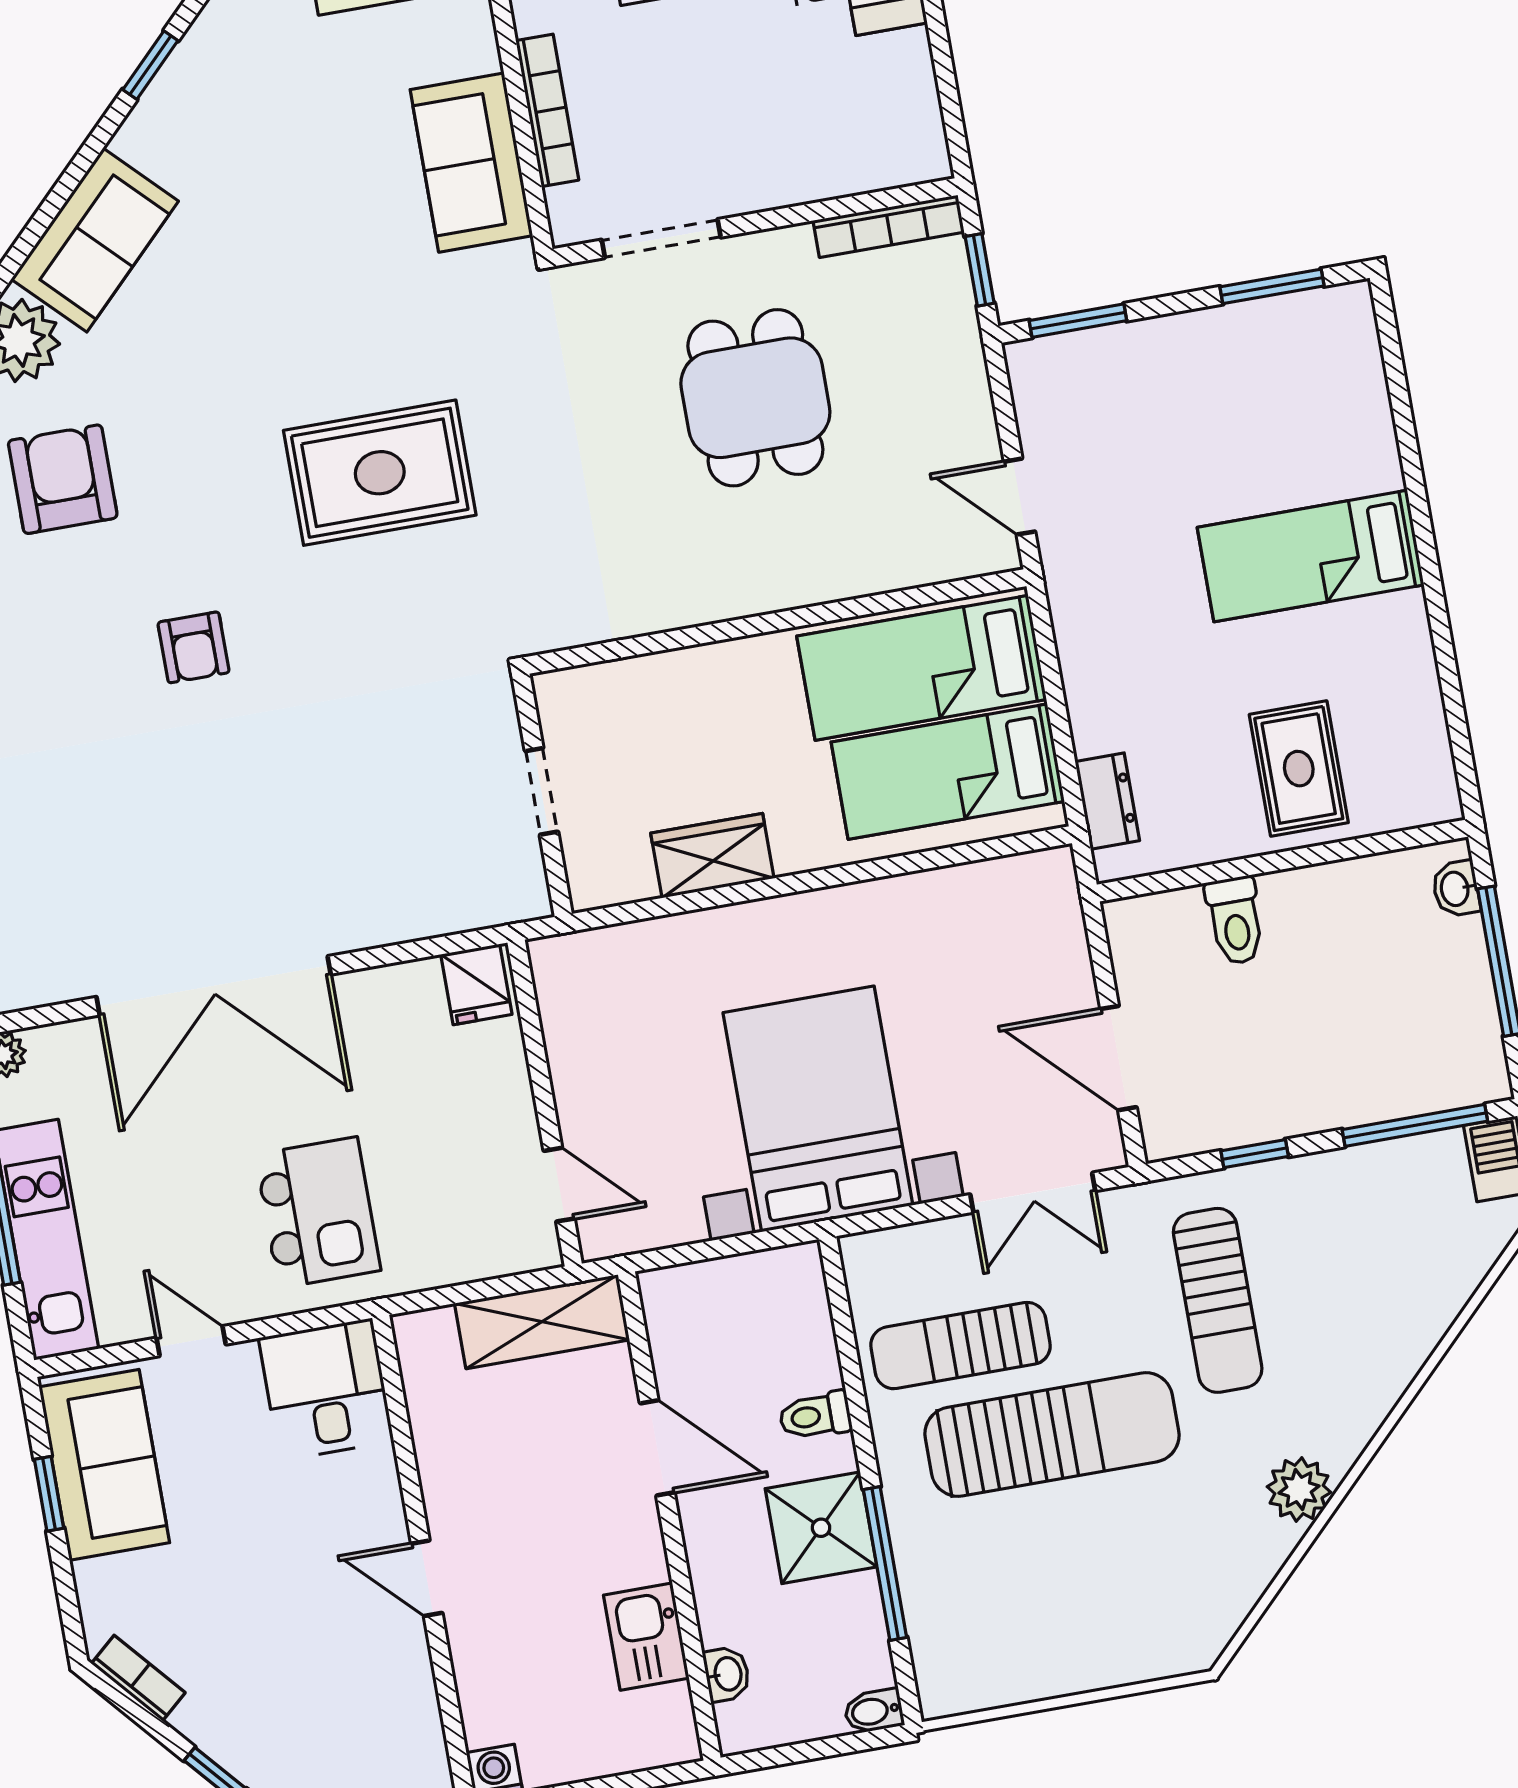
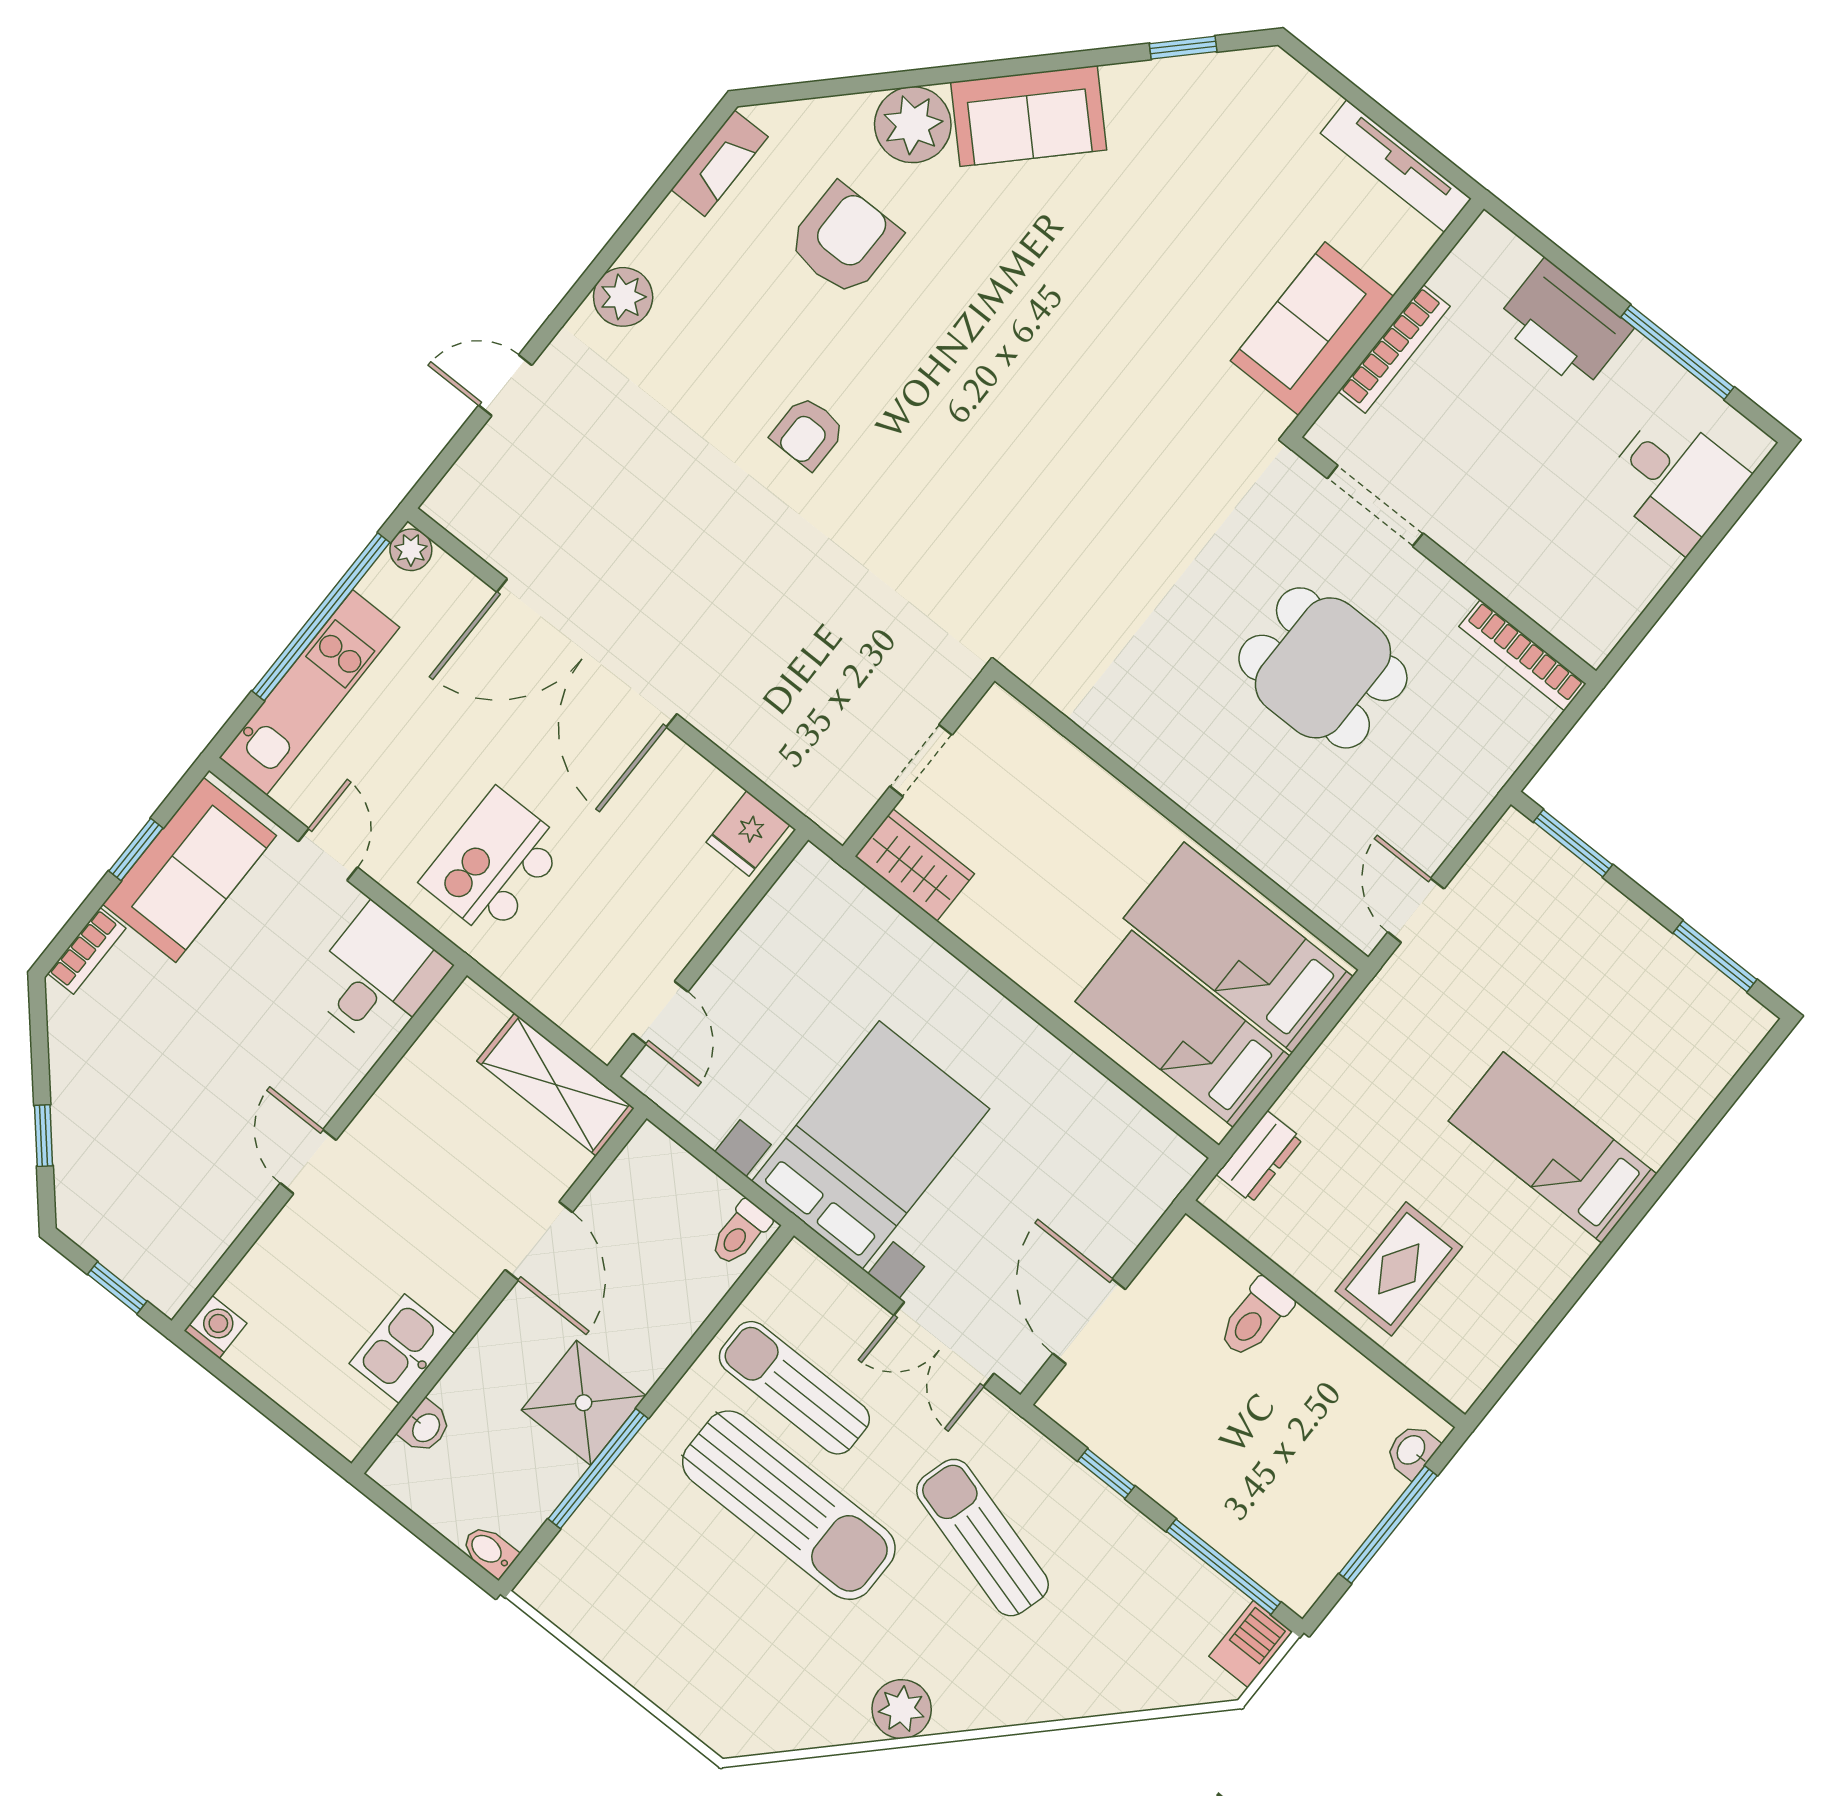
window: (980, 270) -> (1548, 744), removed
dining table: (755, 398) -> (1323, 668), turned 90
rug: (380, 473) -> (1042, 455), removed
wardrobe: (712, 856) -> (915, 865), moved
kitchen island: (318, 1213) -> (494, 863), turned 180
sun lounger: (1218, 1300) -> (982, 1538), turned 106
toilet: (815, 1416) -> (740, 1233), moved, turned -90
bookcase: (138, 1678) -> (87, 951), moved, turned 41

